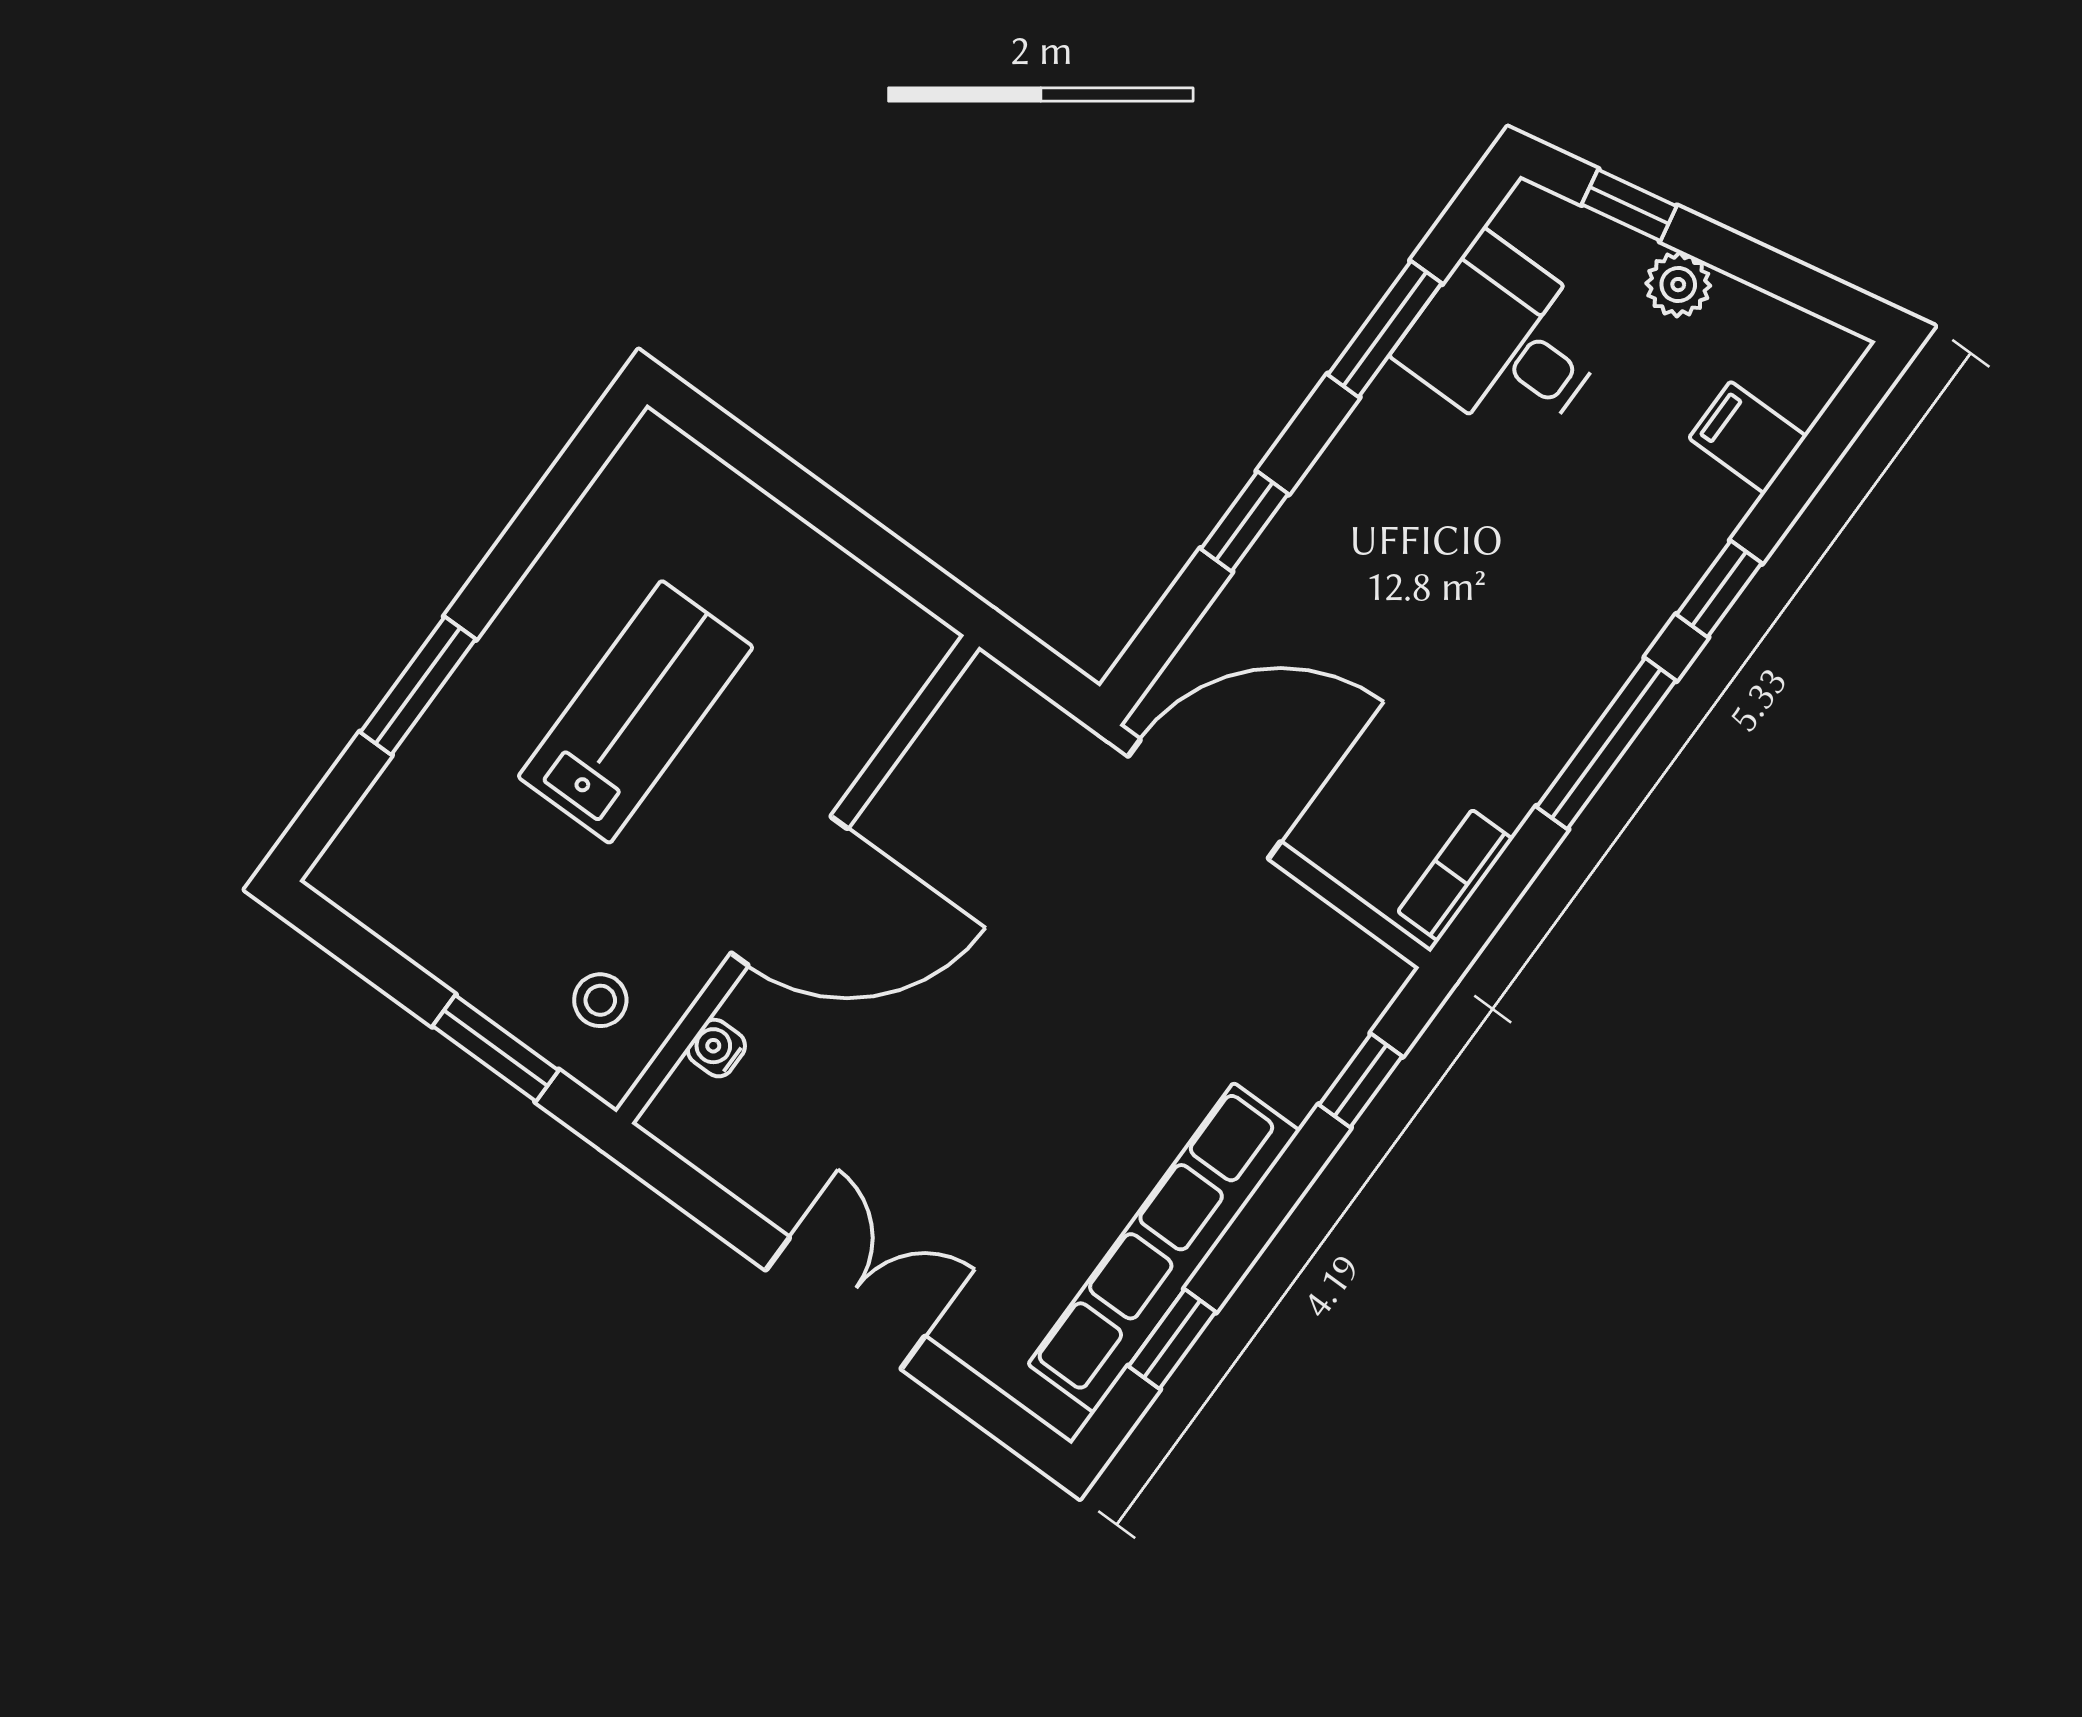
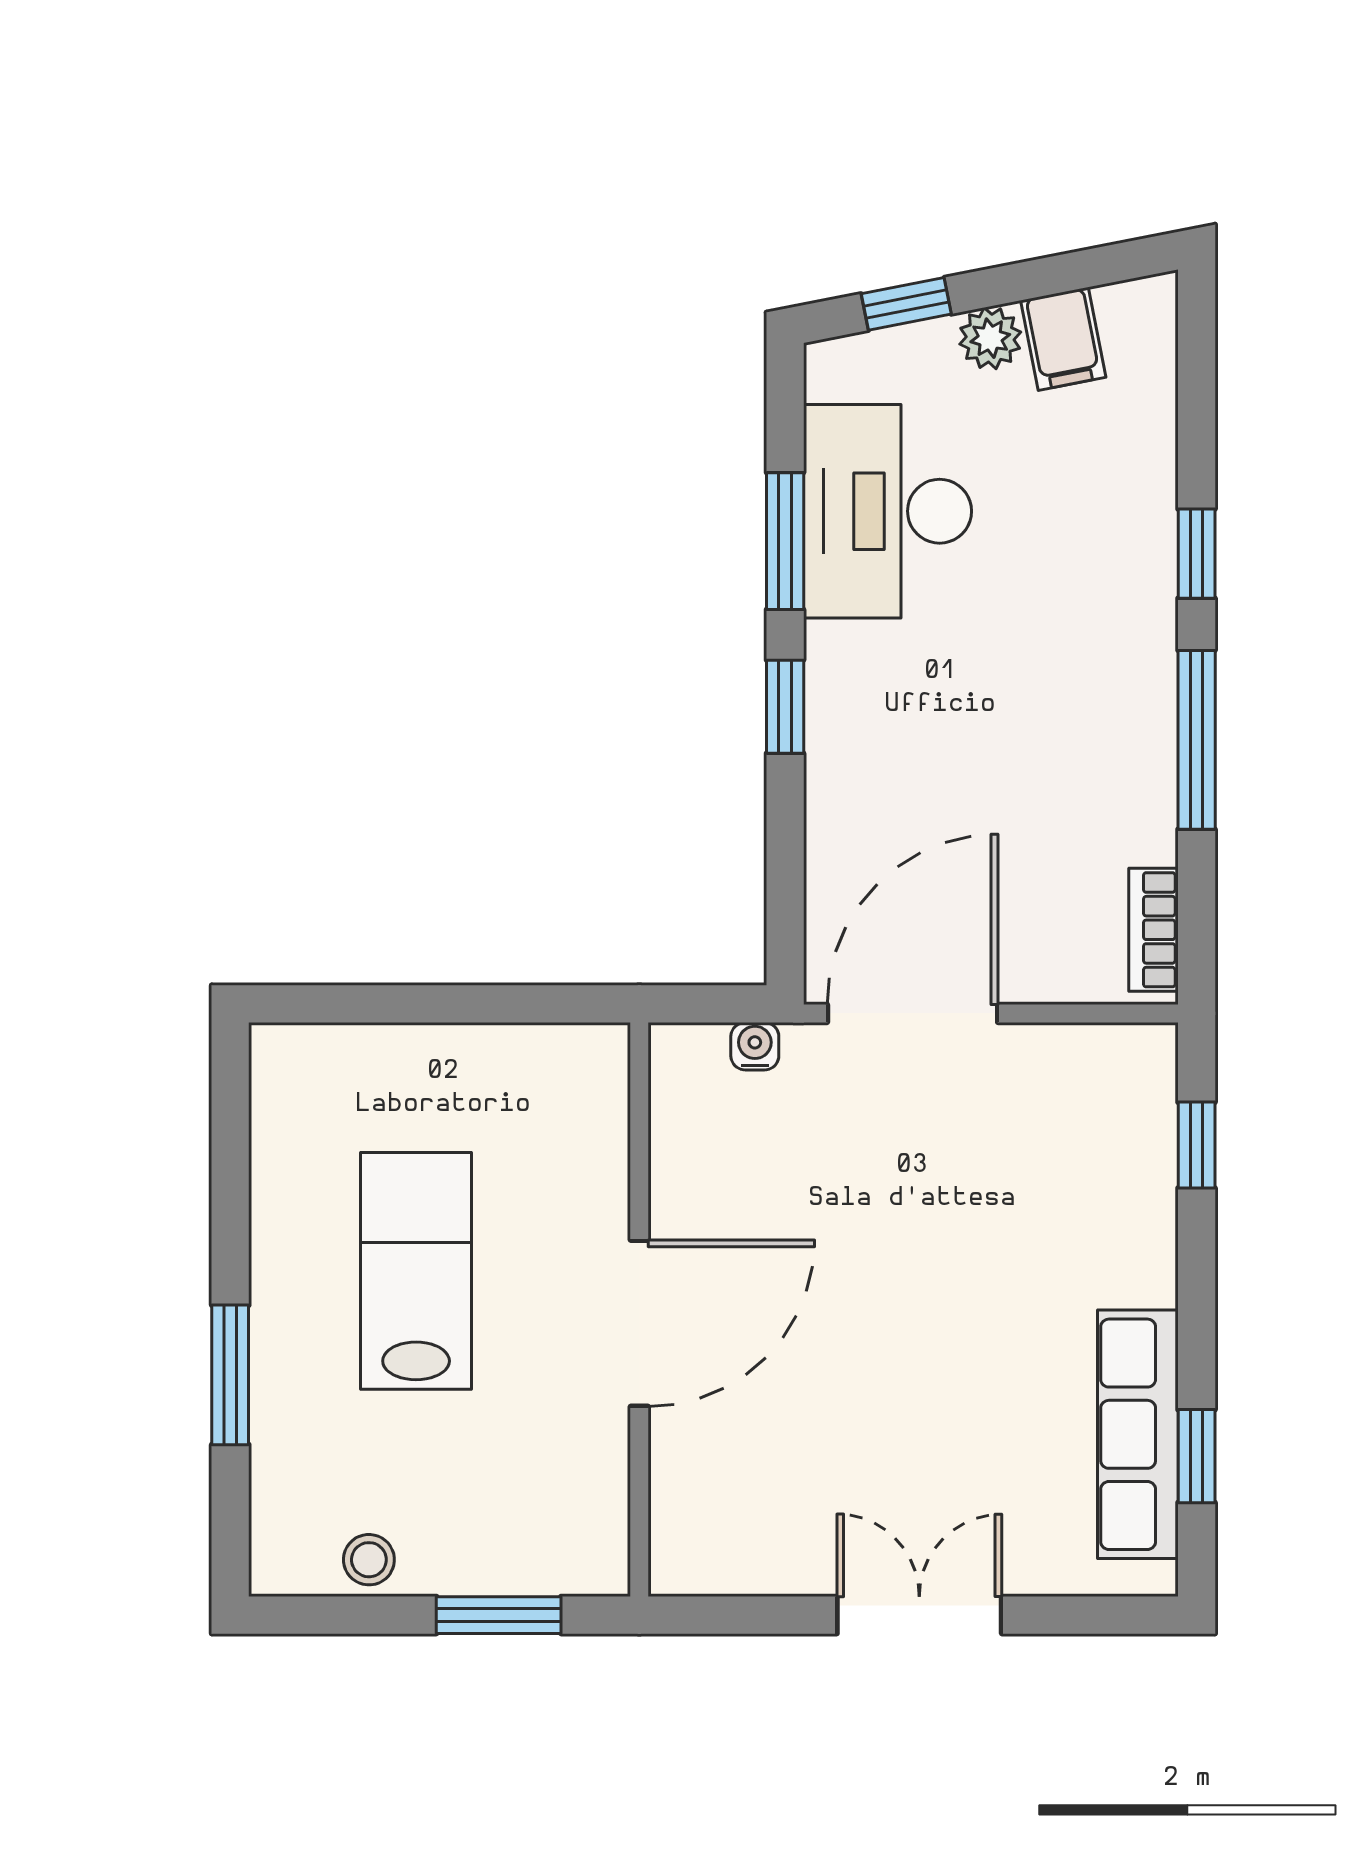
desk: (1506, 342) -> (888, 511), width x1.37
filing cabinet: (1748, 437) -> (1063, 339), moved, turned -101
window: (1244, 521) -> (785, 707), moved
stool: (600, 1000) -> (369, 1560), moved
water cooler: (716, 1048) -> (755, 1046), moved, turned 90
row of seats: (1164, 1248) -> (1138, 1434), width x0.73

